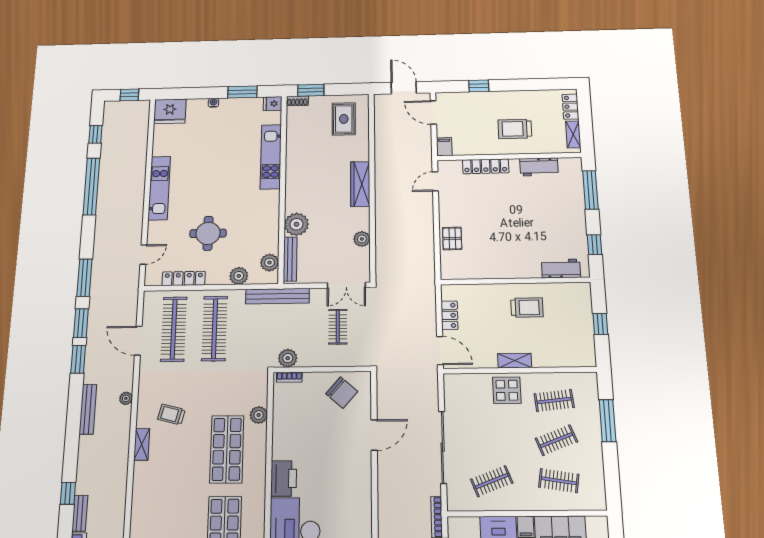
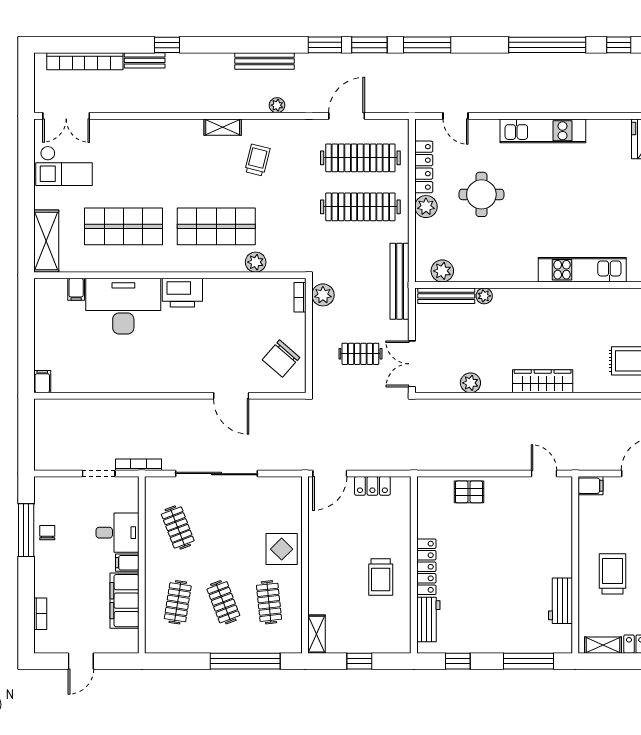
locker: (486, 166) -> (426, 567), moved, turned 180
plant: (296, 224) -> (484, 296), width x0.53, depth x0.53
plant: (239, 276) -> (426, 207), moved
shelving: (515, 361) -> (317, 634), moved
window: (608, 421) -> (245, 661), width x1.46

